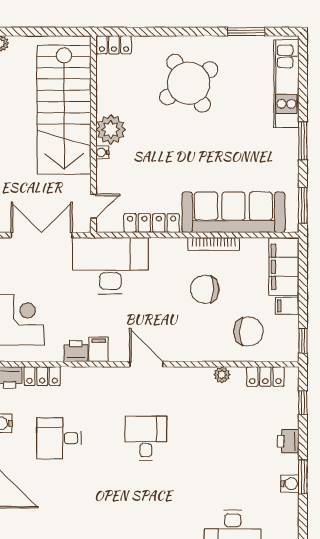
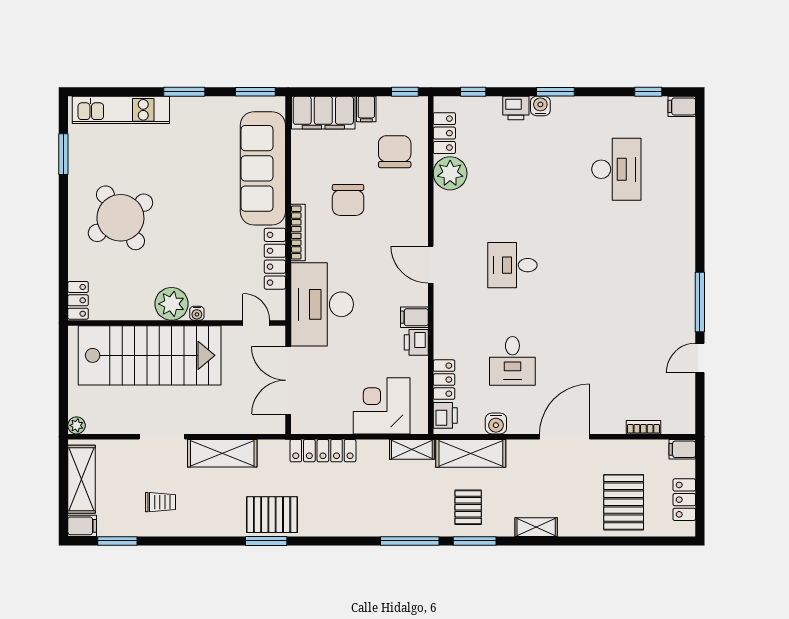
bookcase: (214, 244) -> (298, 233), moved
door: (146, 364) -> (431, 265), hinge flipped
plant: (222, 375) -> (450, 173), width x1.88, depth x1.88
water cooler: (290, 484) -> (540, 106), moved

